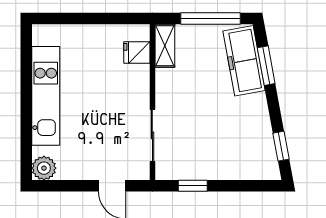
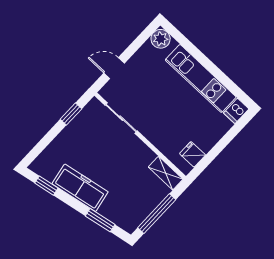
dishwasher: (45, 34) -> (236, 111), added
fridge: (137, 53) -> (193, 154), moved, turned -90
freezer: (244, 61) -> (80, 188), moved

